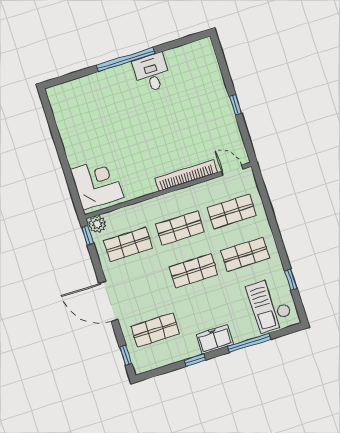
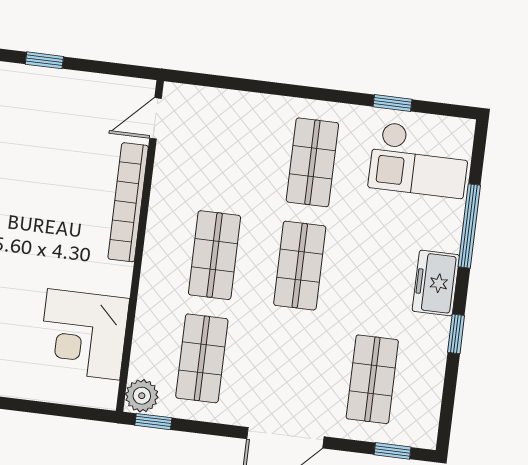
corner desk: (97, 183) -> (84, 334), moved, turned -90
shop shelf: (232, 212) -> (227, 152), removed

